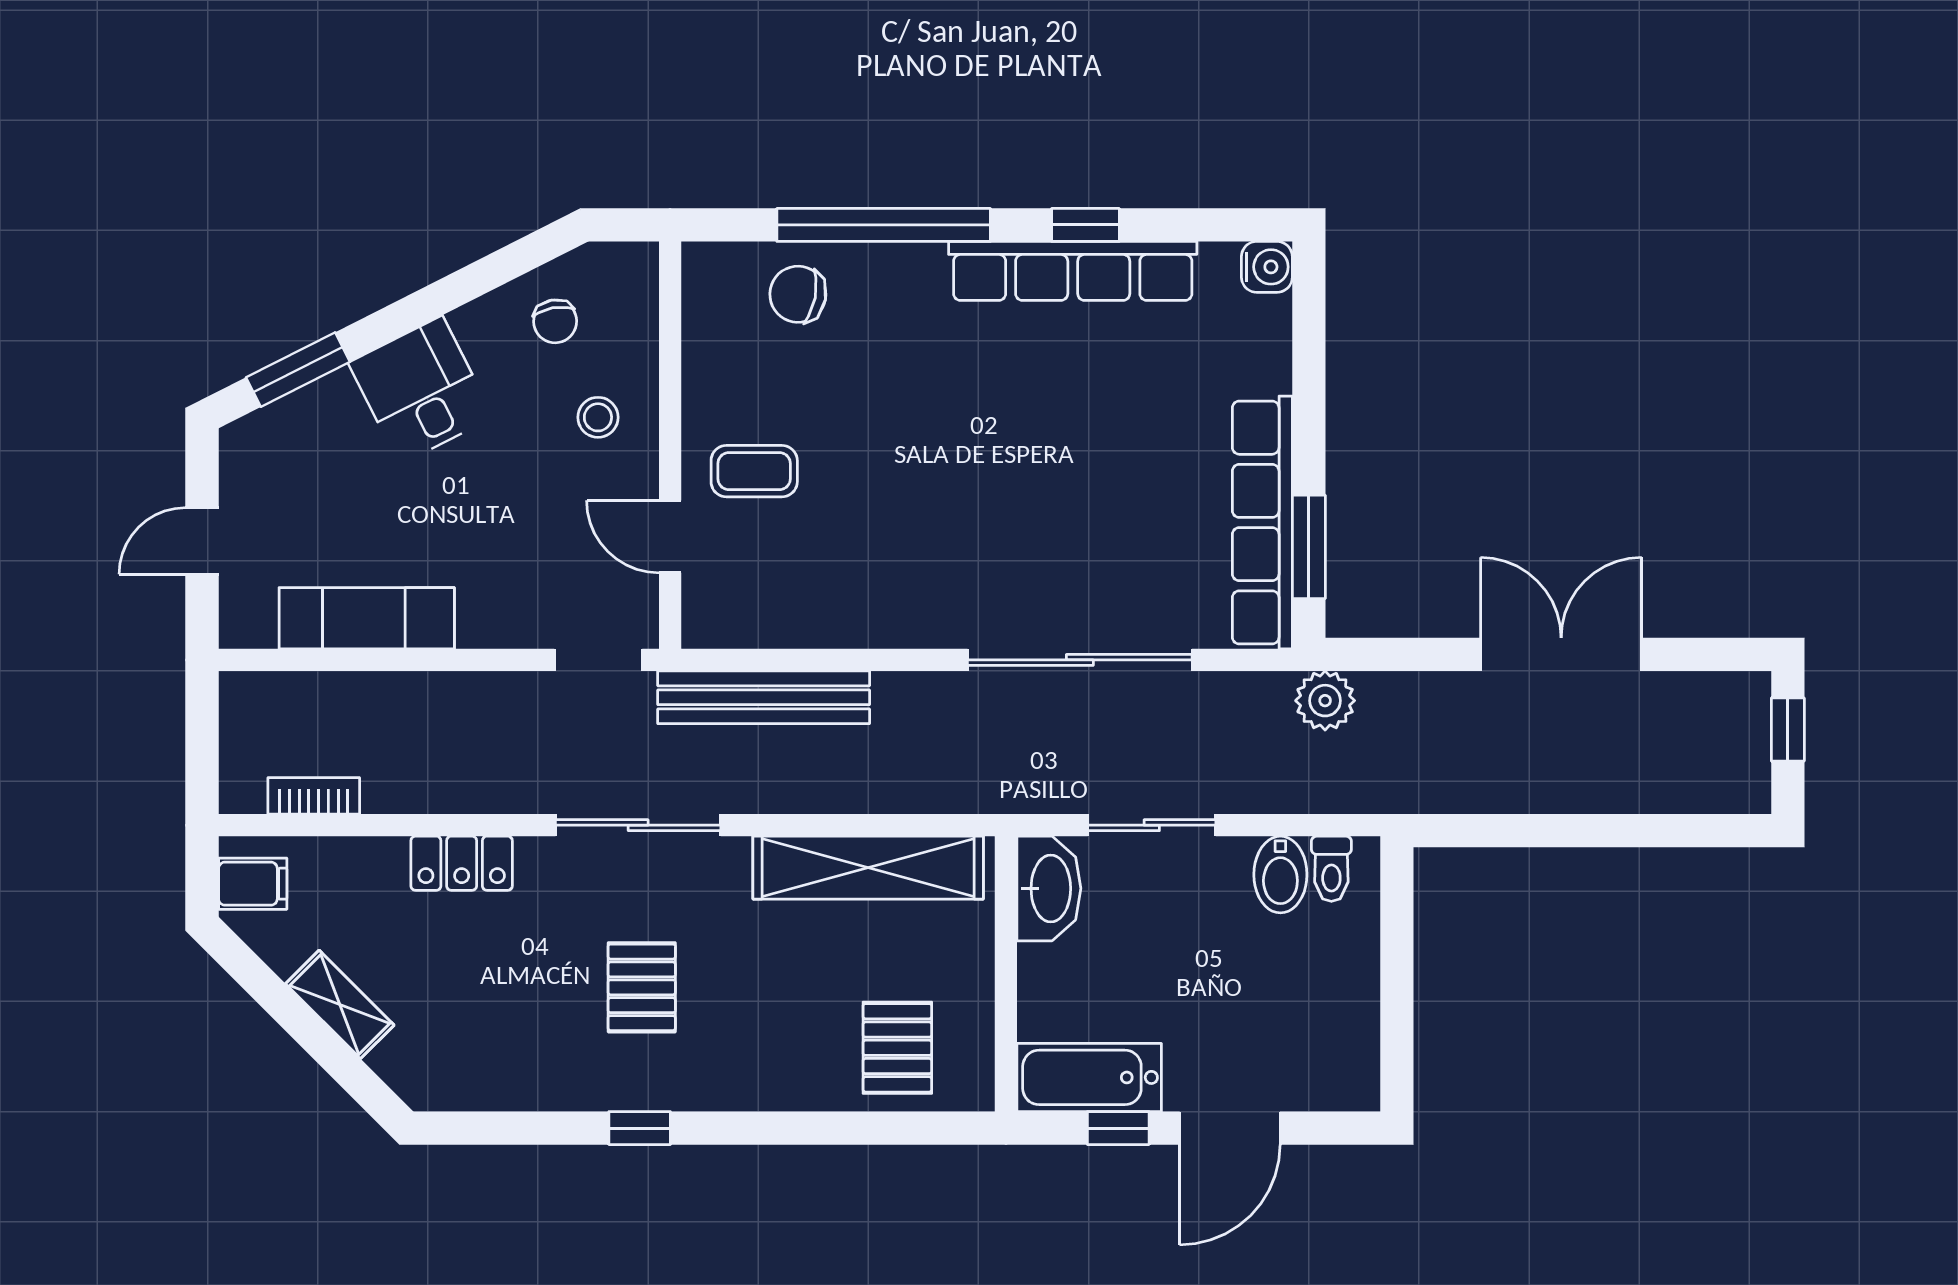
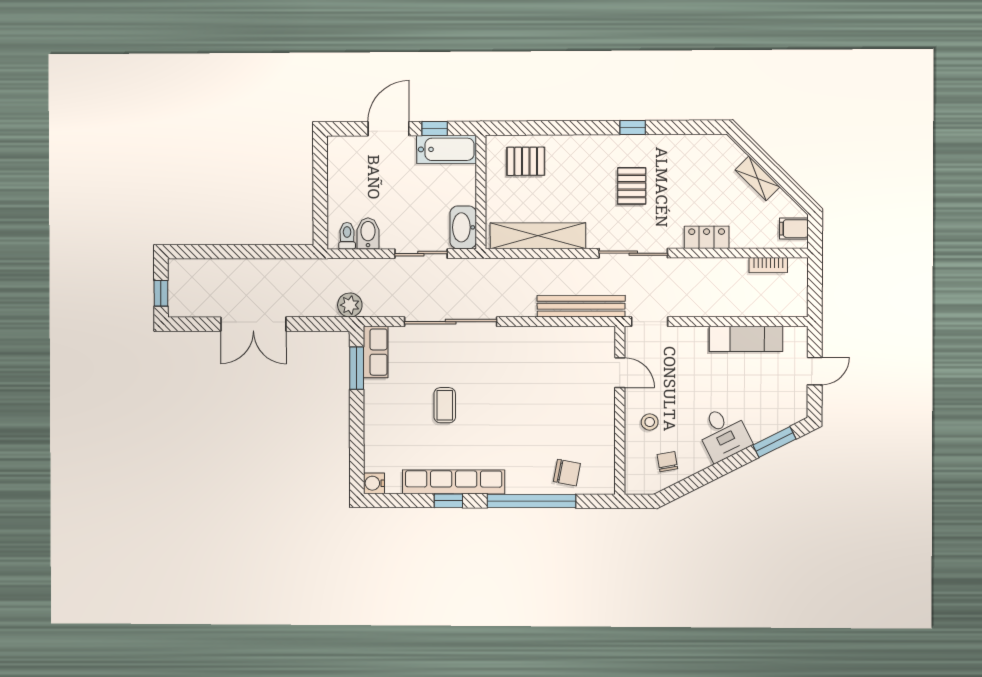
coffee table: (754, 471) -> (445, 405), moved, turned 90
row of seats: (1262, 523) -> (376, 352), width x0.50
pallet: (897, 1048) -> (526, 161), turned 90

